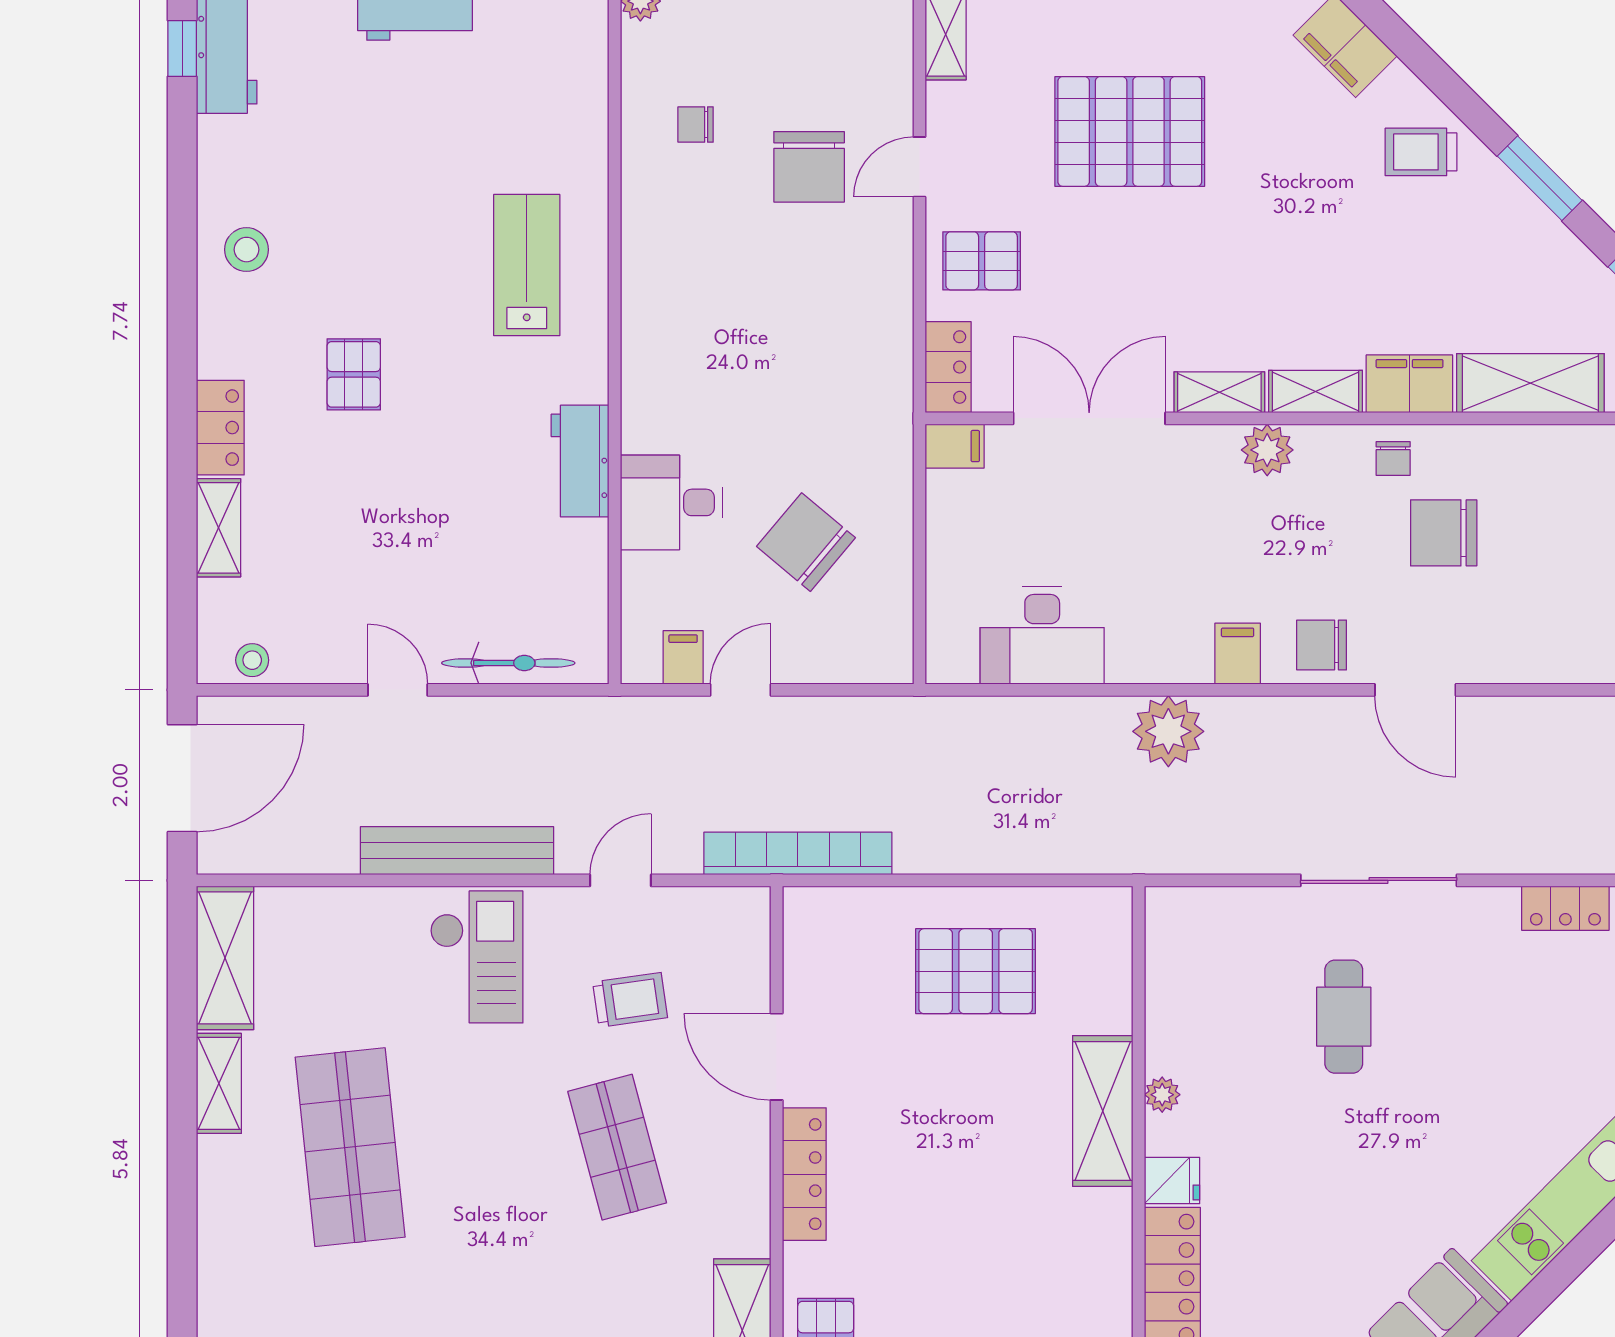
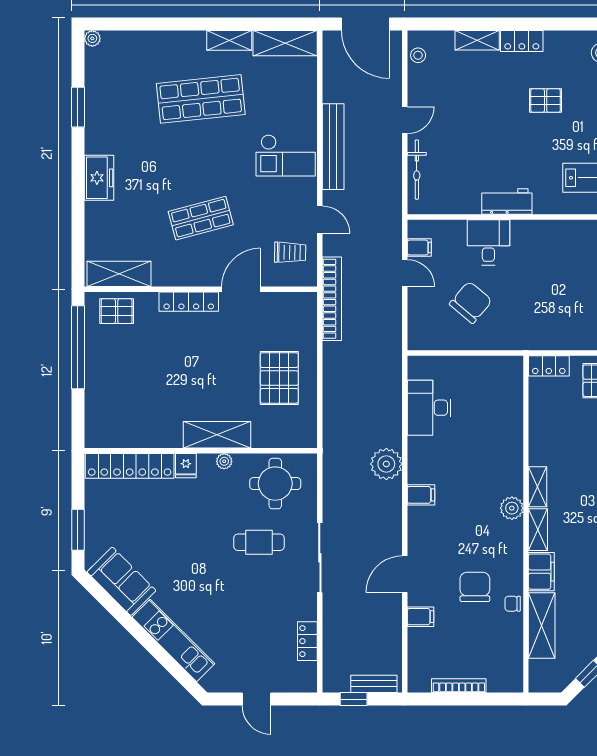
double door: (1089, 418) -> (526, 429), removed
filing cabinet: (955, 446) -> (420, 617), moved, turned -90
chair: (1393, 458) -> (513, 604), moved
chair: (1322, 645) -> (425, 532), removed
round table: (1212, 980) -> (275, 484), added
trolley: (630, 1000) -> (290, 252), moved, turned -81

